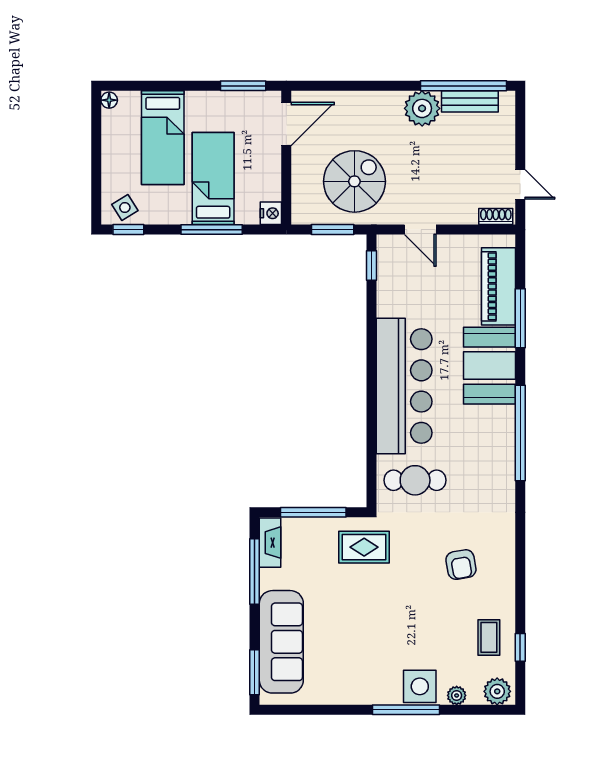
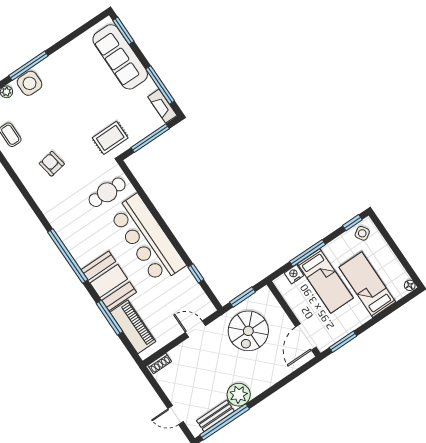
door: (520, 184) -> (176, 415), moved
nightstand: (271, 213) -> (294, 274), moved, turned 90
window: (372, 266) -> (196, 273), moved

